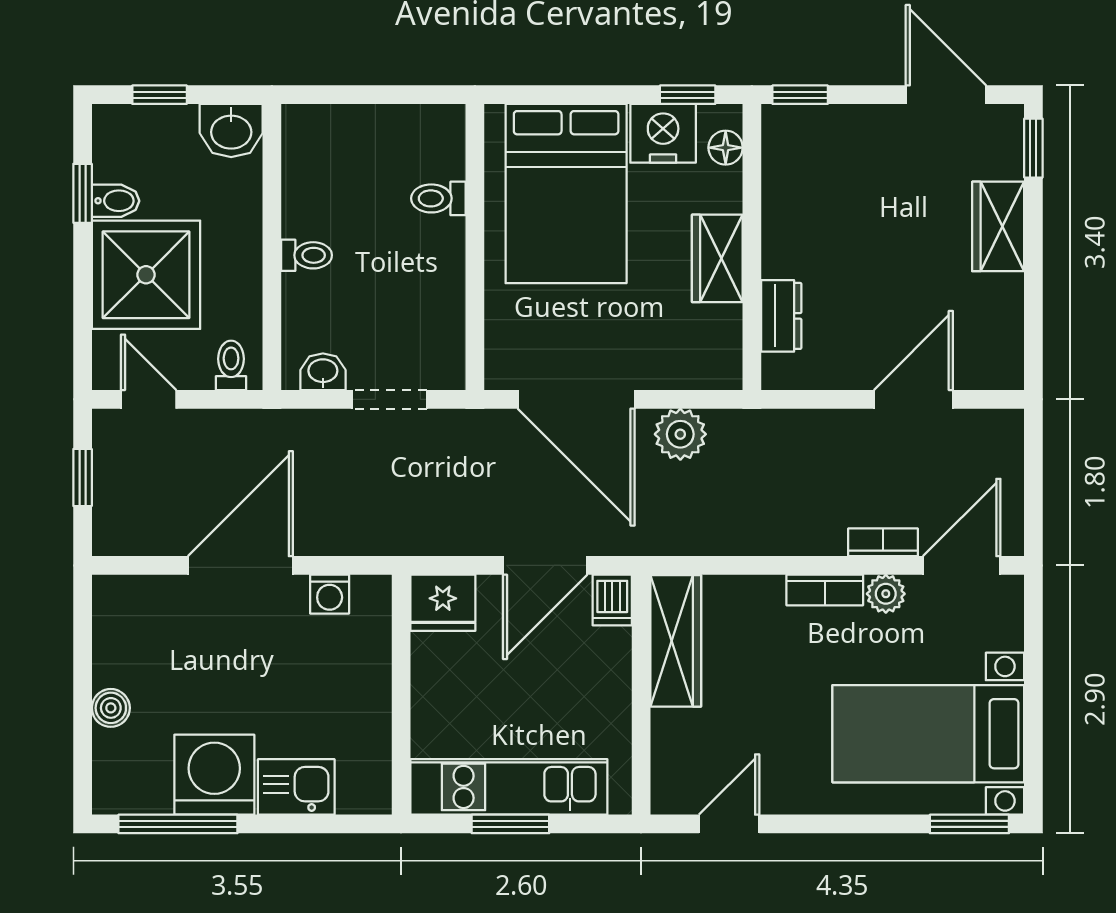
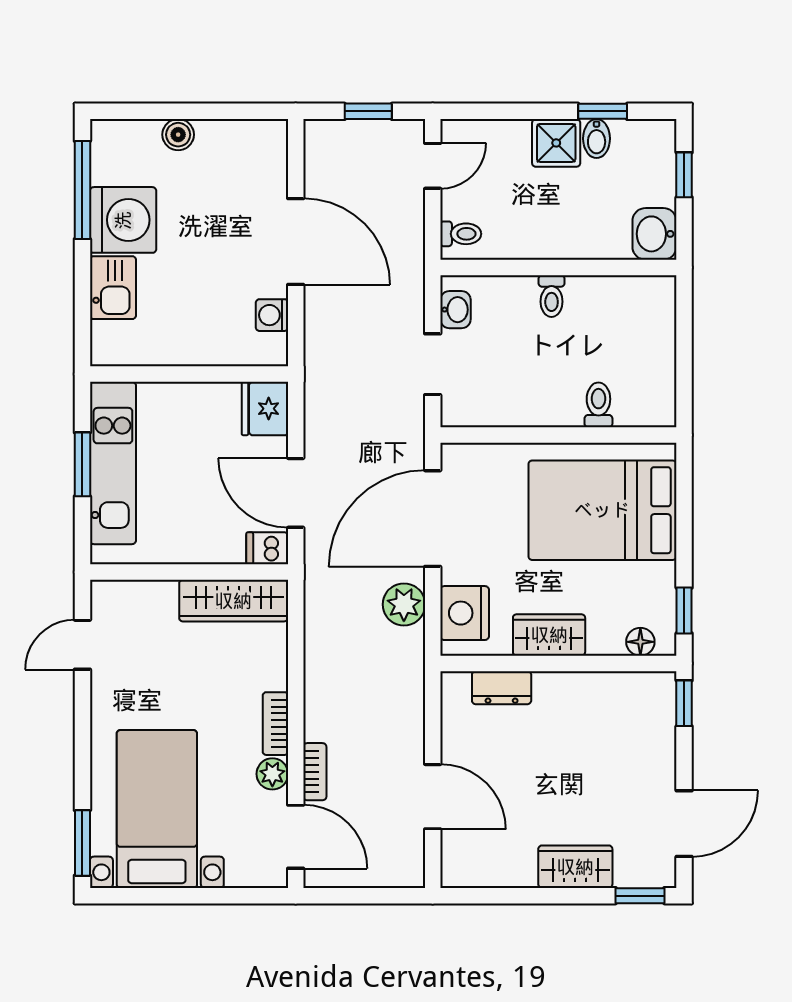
nightstand: (663, 133) -> (465, 613), moved, turned 180
shower: (146, 275) -> (556, 143), width x0.54, depth x0.54
door: (729, 824) -> (82, 645), swing flipped

